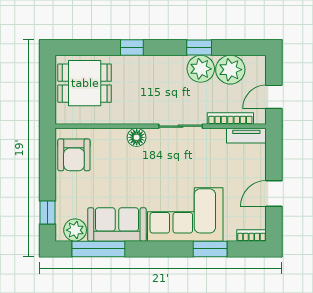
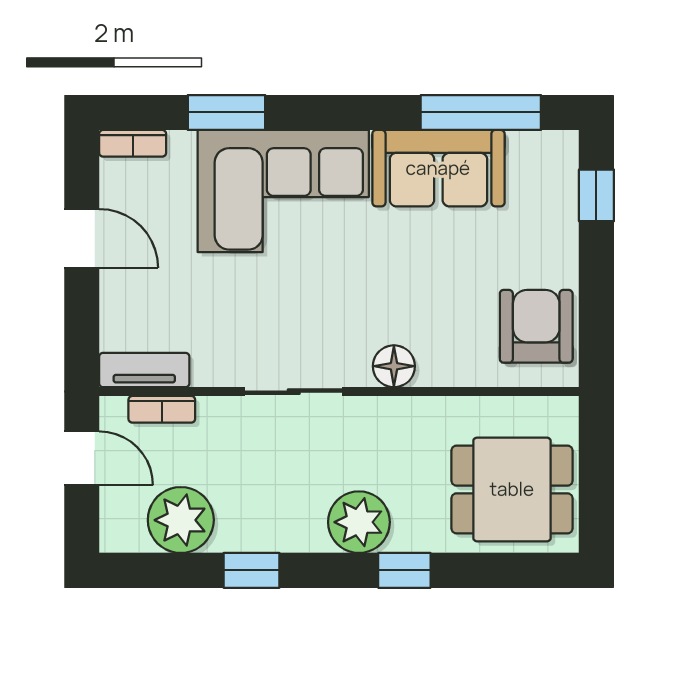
plant: (201, 69) -> (359, 522), moved
door: (274, 97) -> (82, 458), hinge flipped
bookcase: (230, 118) -> (162, 409), width x0.64
door: (274, 194) -> (82, 238), hinge flipped
plant: (75, 230) -> (534, 156), removed

